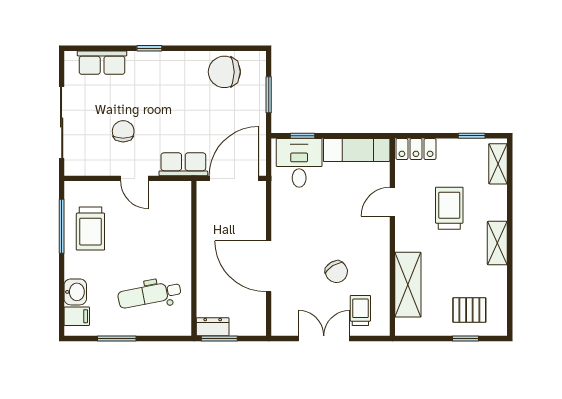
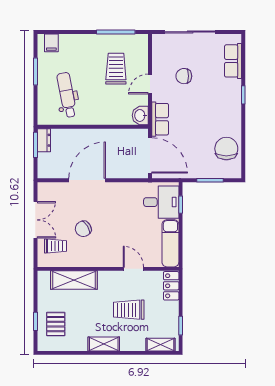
chair: (123, 131) -> (184, 76), turned 180
trolley: (449, 208) -> (129, 310), turned 180
trolley: (90, 229) -> (116, 69), moved, turned 90
washbasin: (75, 292) -> (140, 115), moved, turned 90

